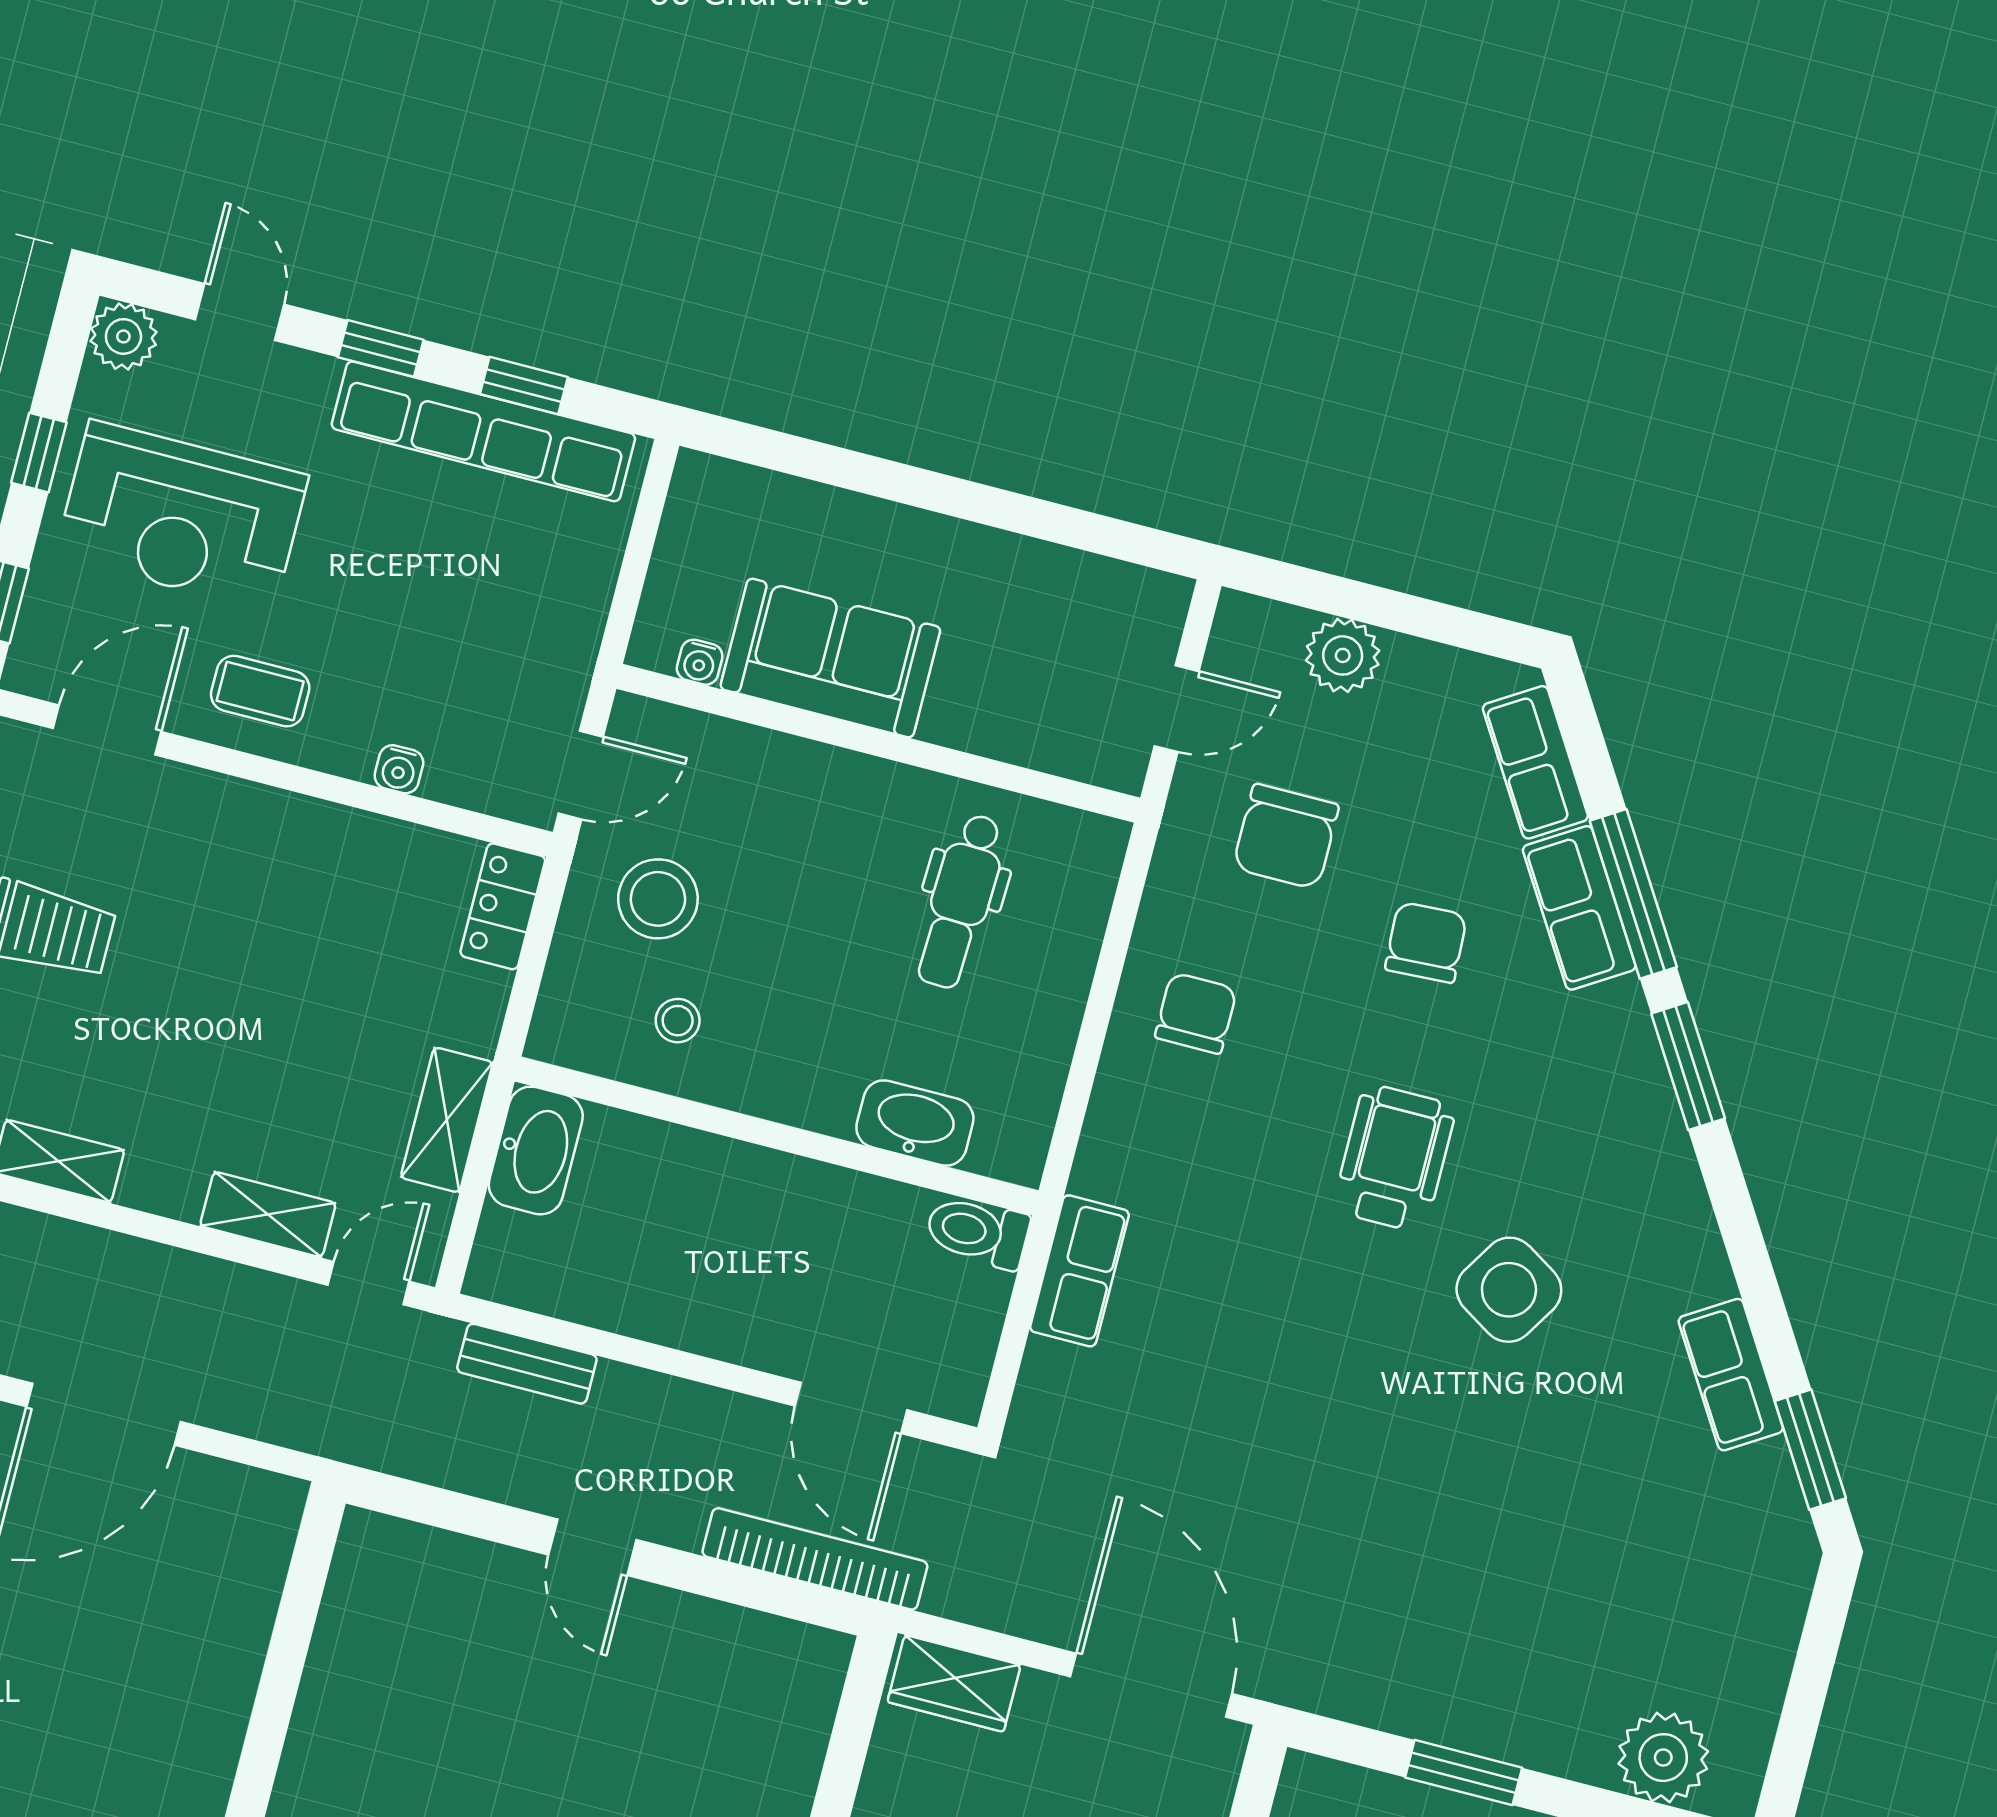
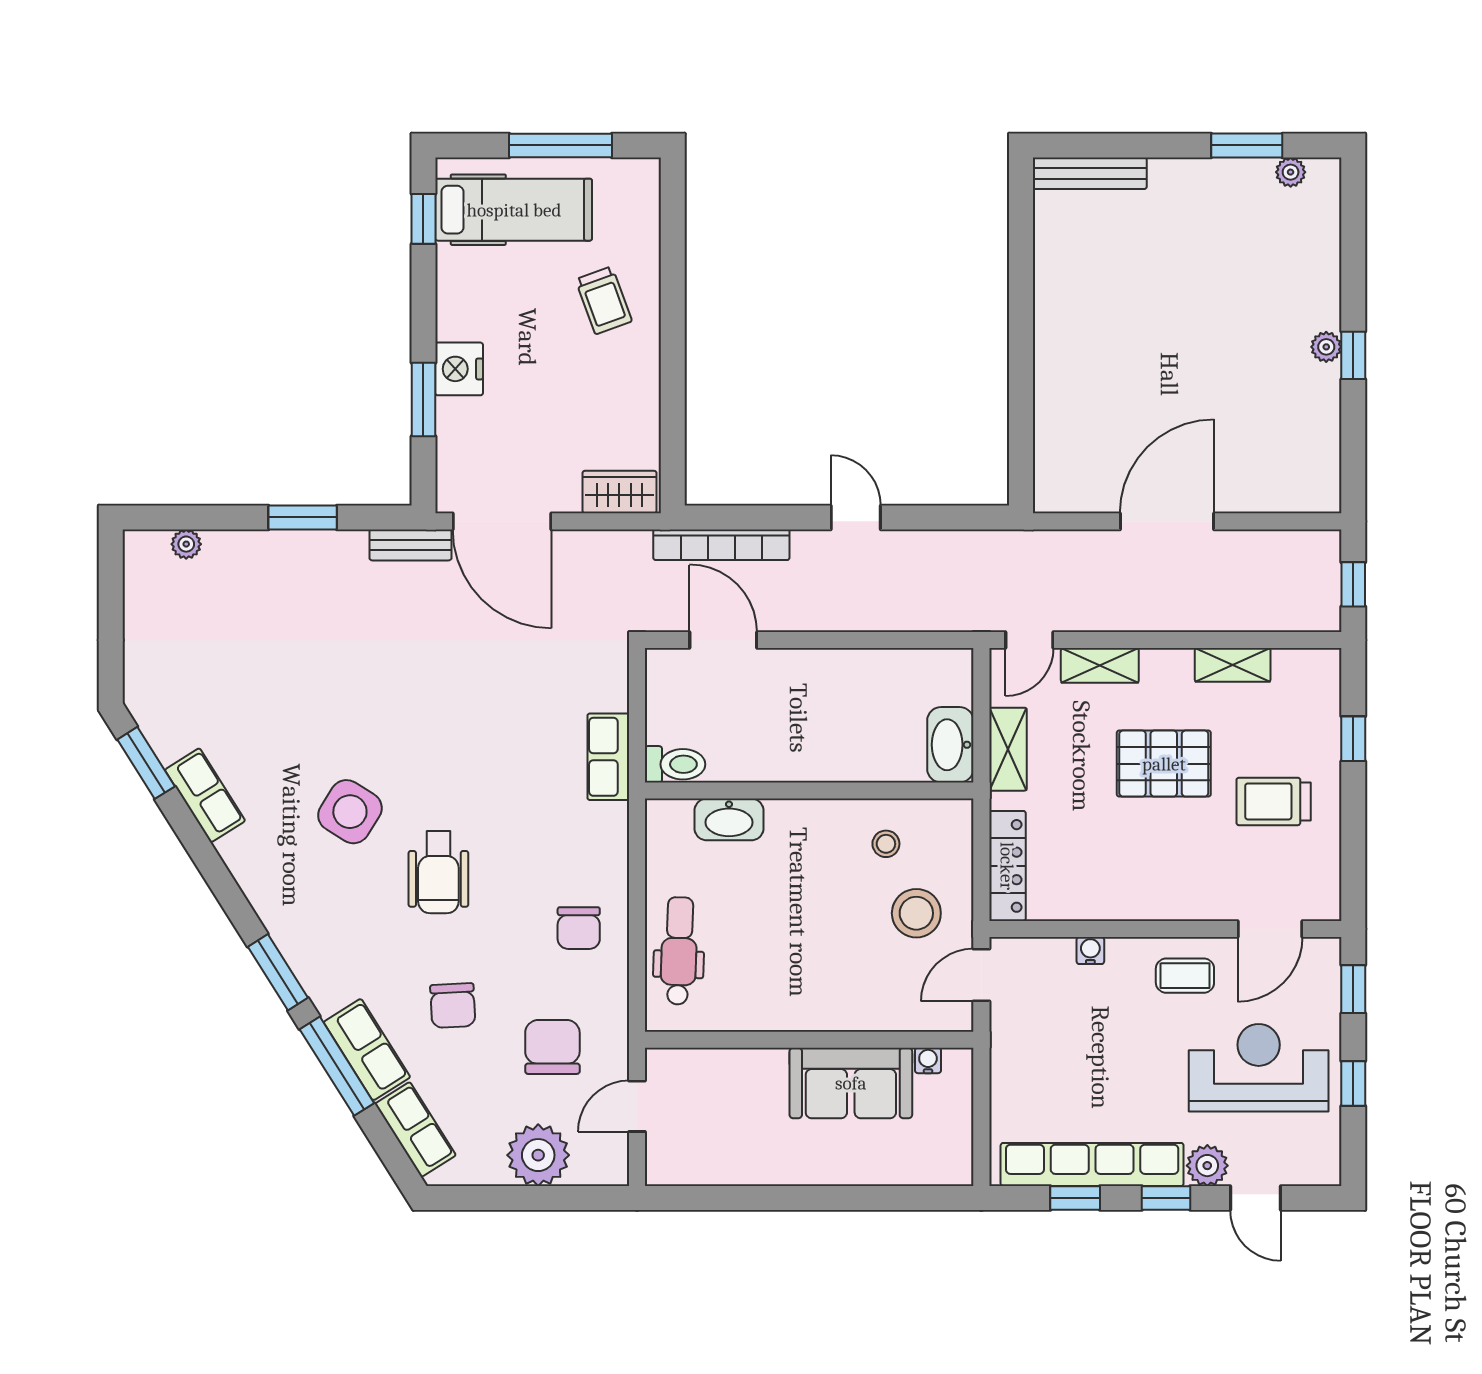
plant: (123, 336) -> (1207, 1166), moved
plant: (1343, 655) -> (538, 1155), width x1.36, depth x1.36
dental chair: (960, 901) -> (679, 951), moved
locker: (503, 906) -> (1007, 866), width x1.53
pallet: (207, 1034) -> (1164, 764), added
bench: (527, 1364) -> (410, 545), moved
plant: (1663, 1758) -> (186, 544), width x0.53, depth x0.53

